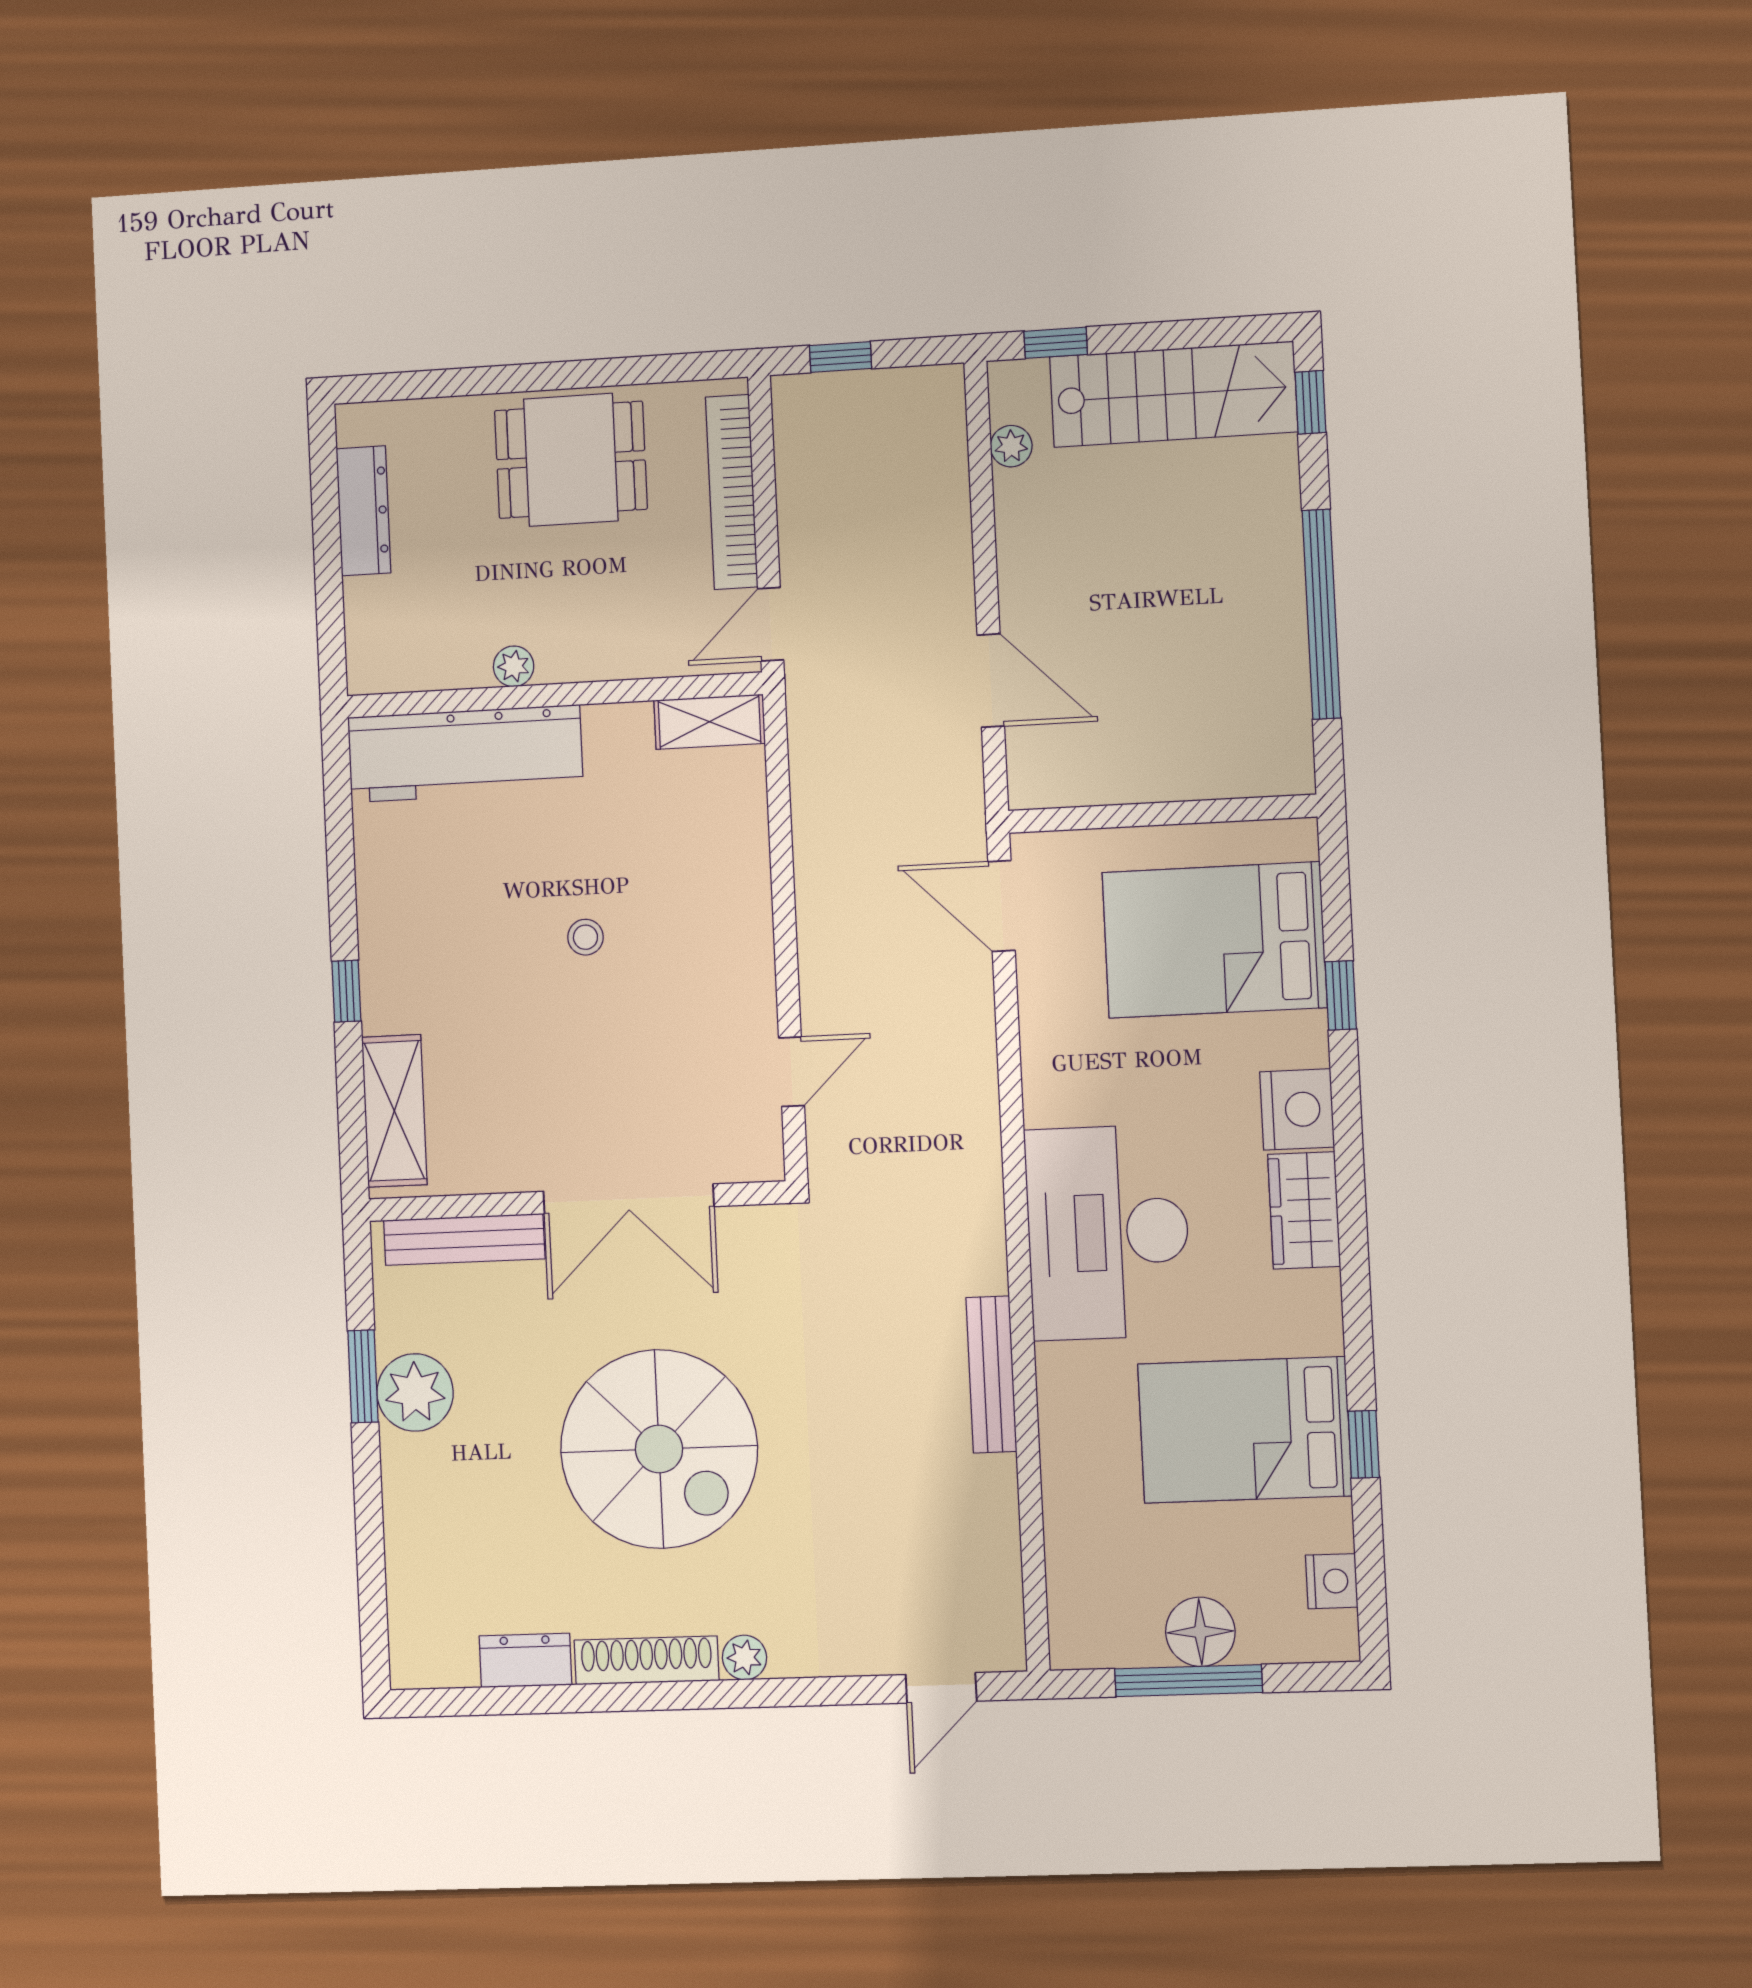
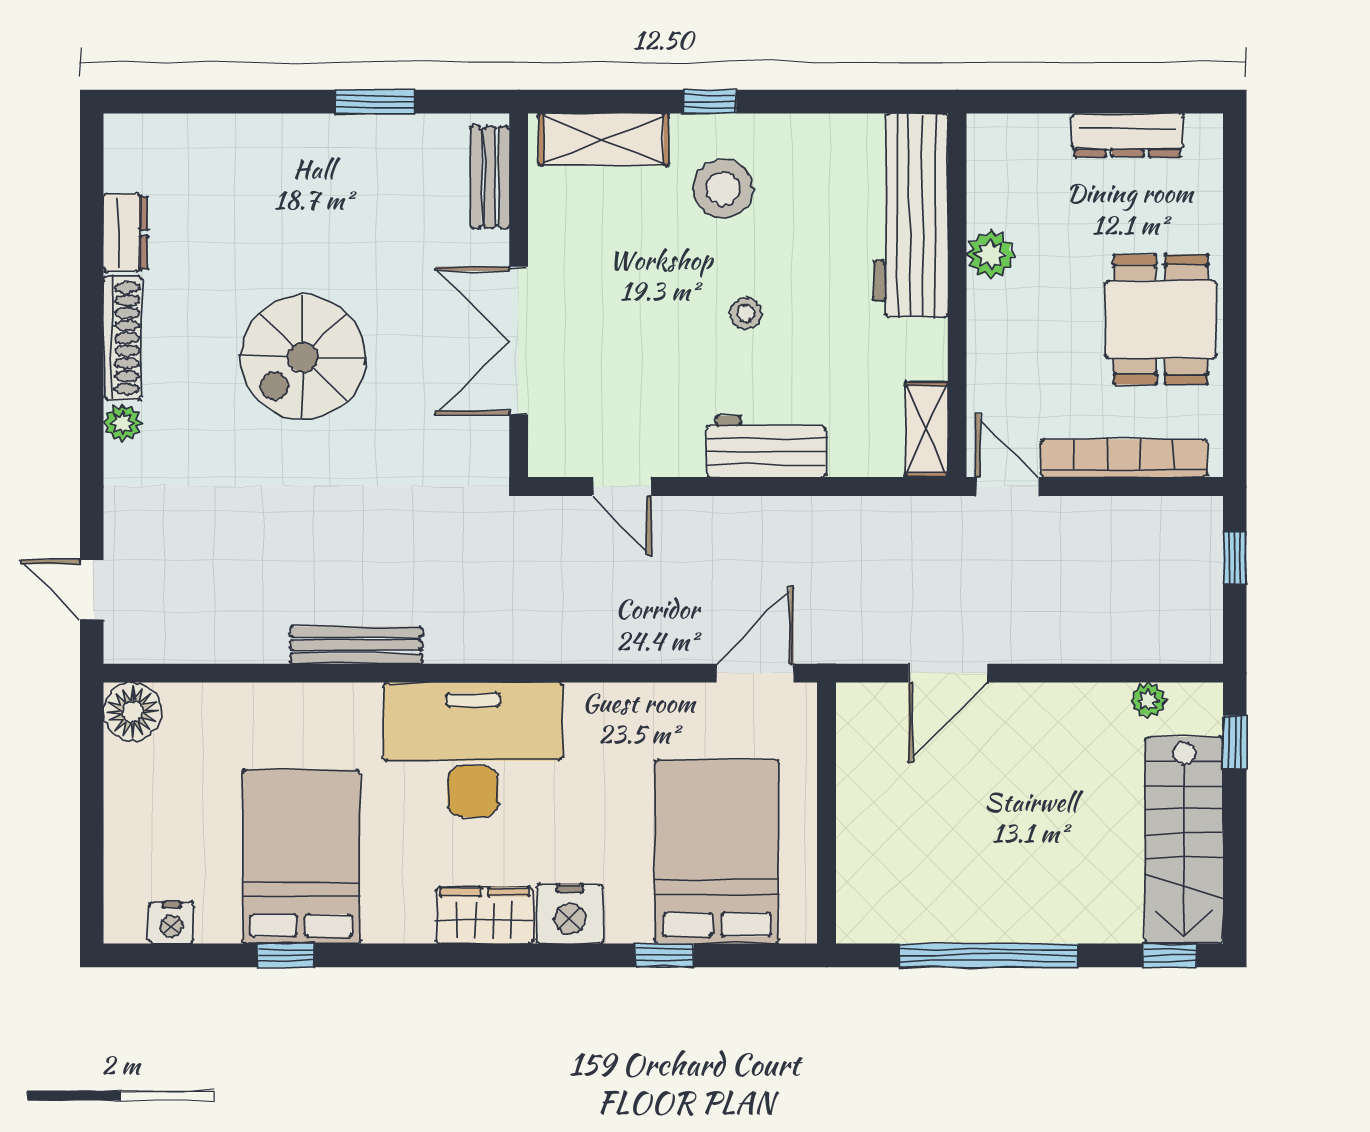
plant: (514, 666) -> (991, 255), width x1.38, depth x1.38
workbench: (737, 906) -> (766, 446), added
stool: (444, 971) -> (723, 189), added
bench: (464, 1239) -> (490, 177), width x0.73
plant: (415, 1392) -> (359, 147), removed
spiral stairs: (659, 1449) -> (303, 357), width x0.73, depth x0.73
floor lamp: (1200, 1632) -> (133, 712), moved
window: (1189, 1681) -> (92, 799), removed

